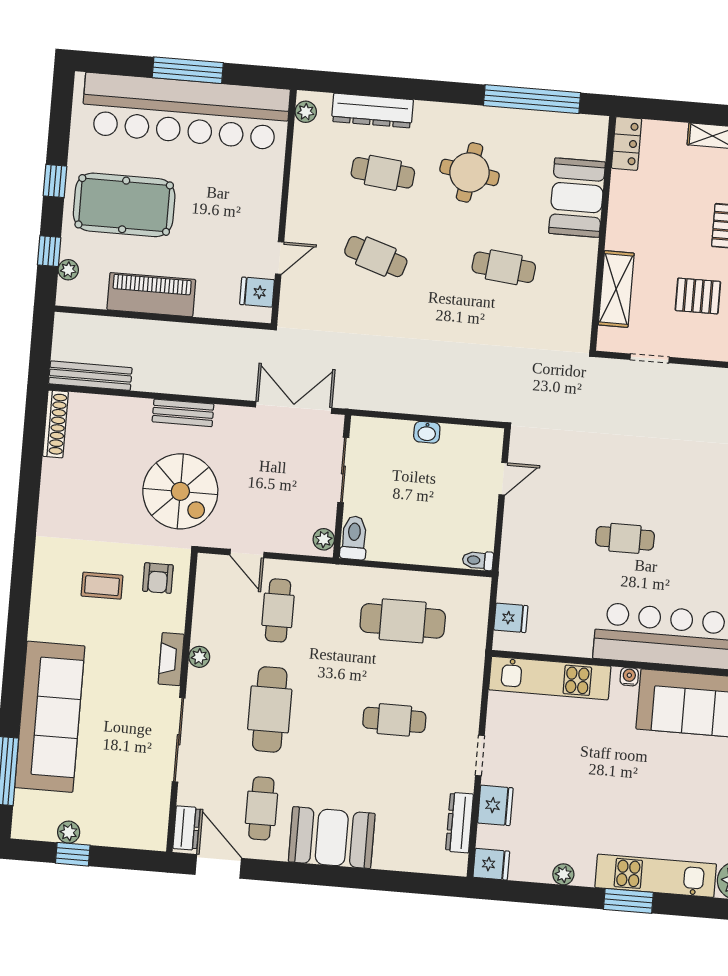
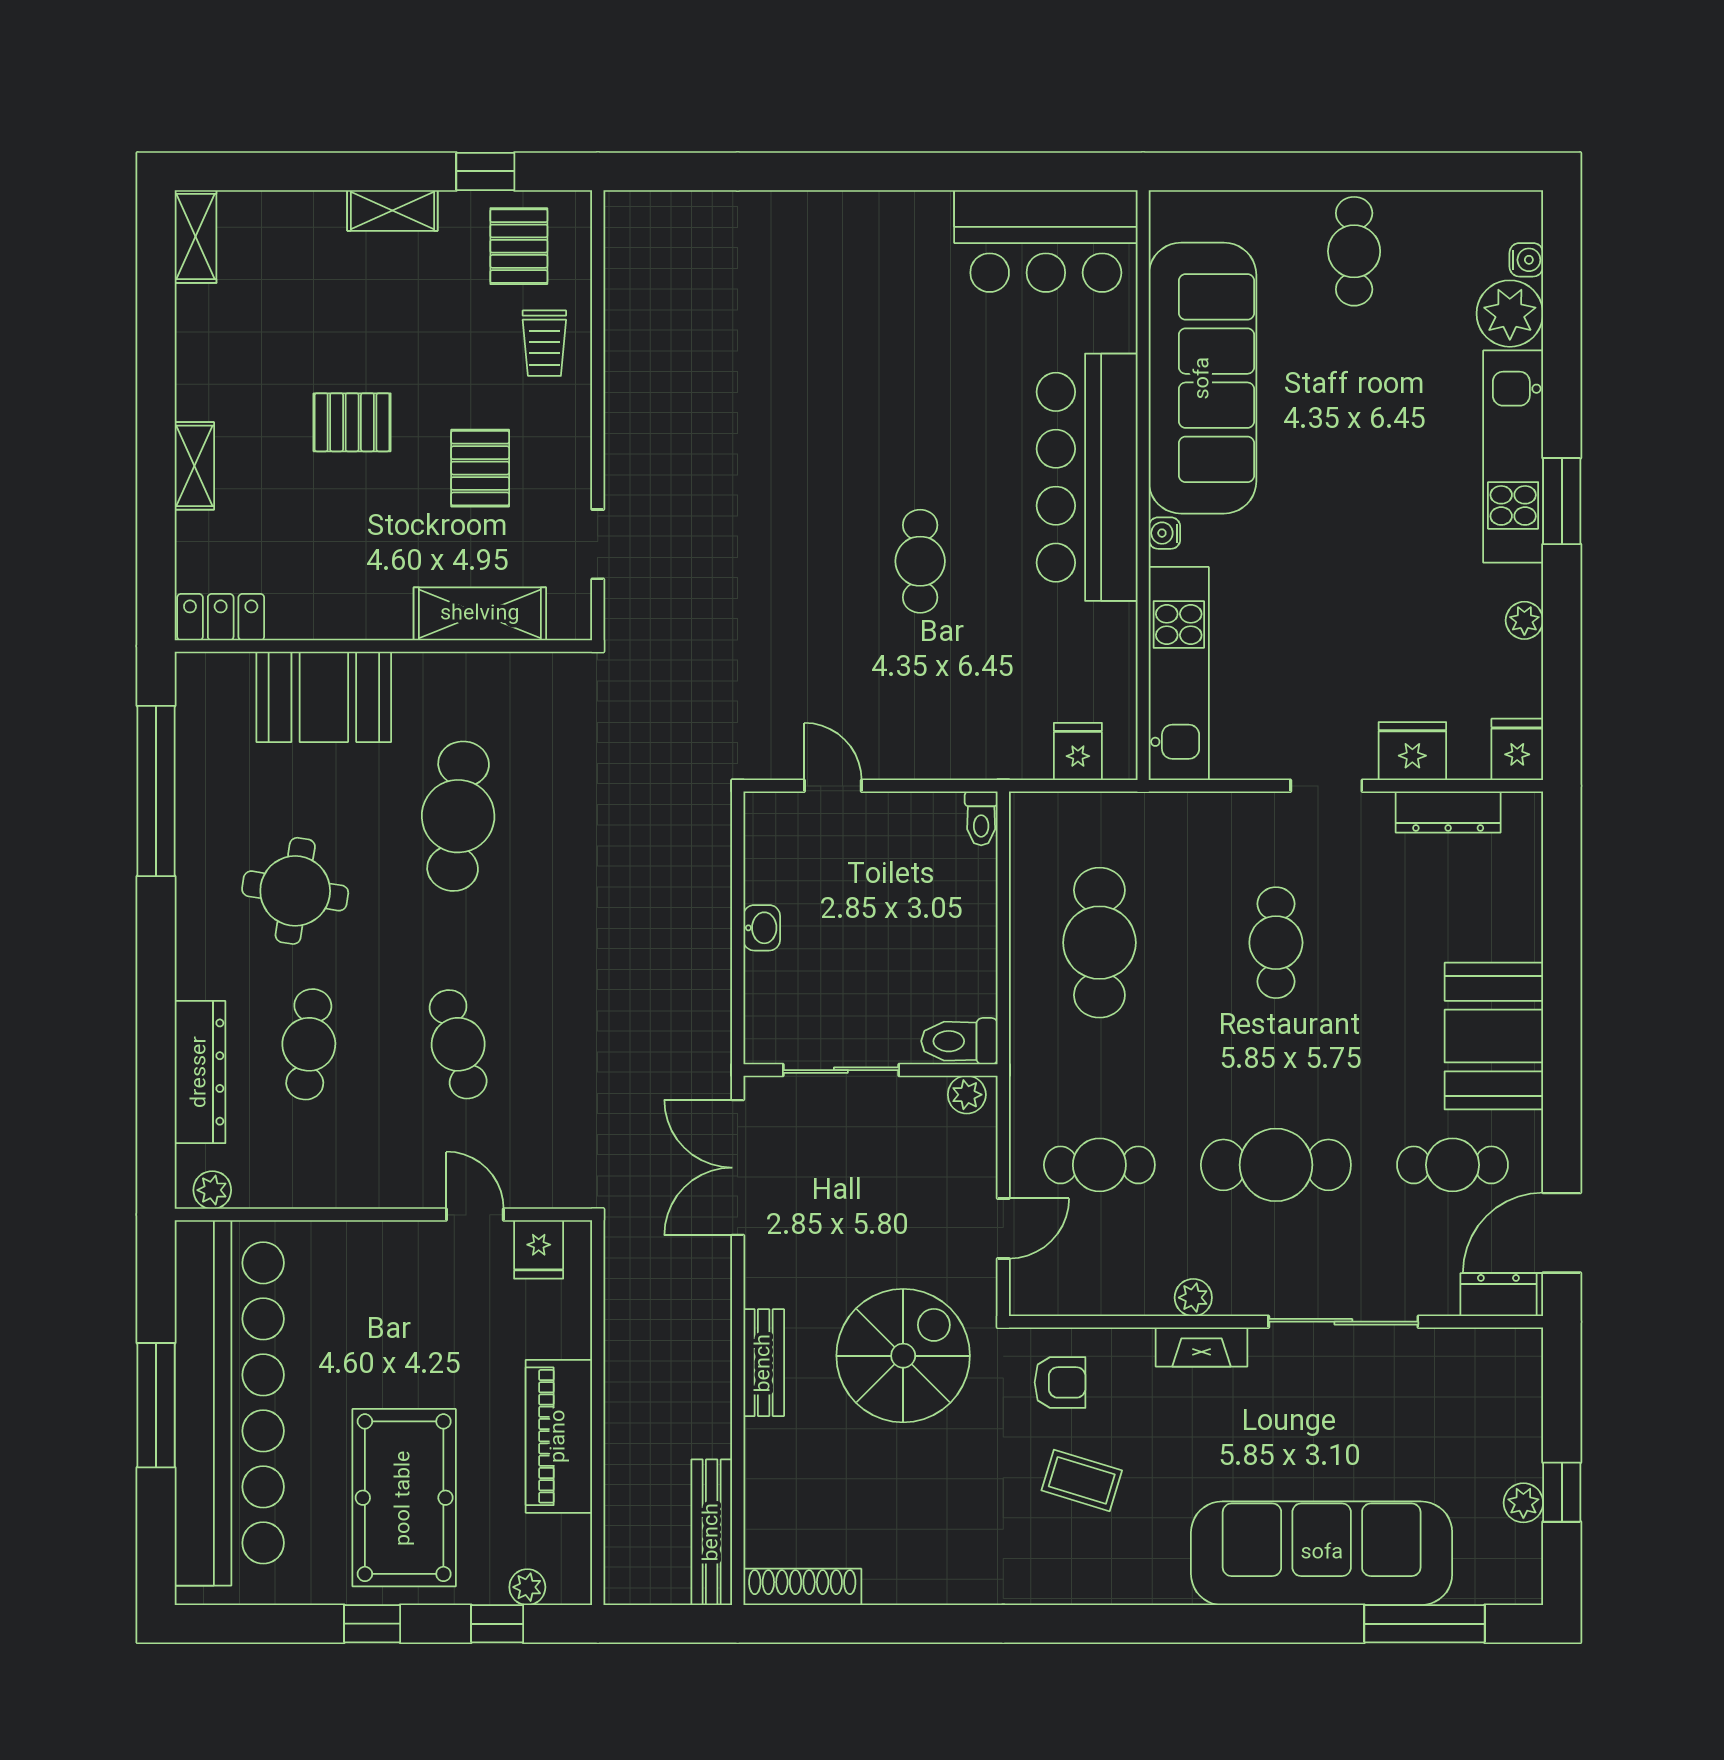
cafe table: (376, 257) -> (458, 1044), turned -33
cafe table: (504, 267) -> (458, 816), width x1.37, depth x1.35
coffee table: (102, 586) -> (1082, 1480), turned -73

